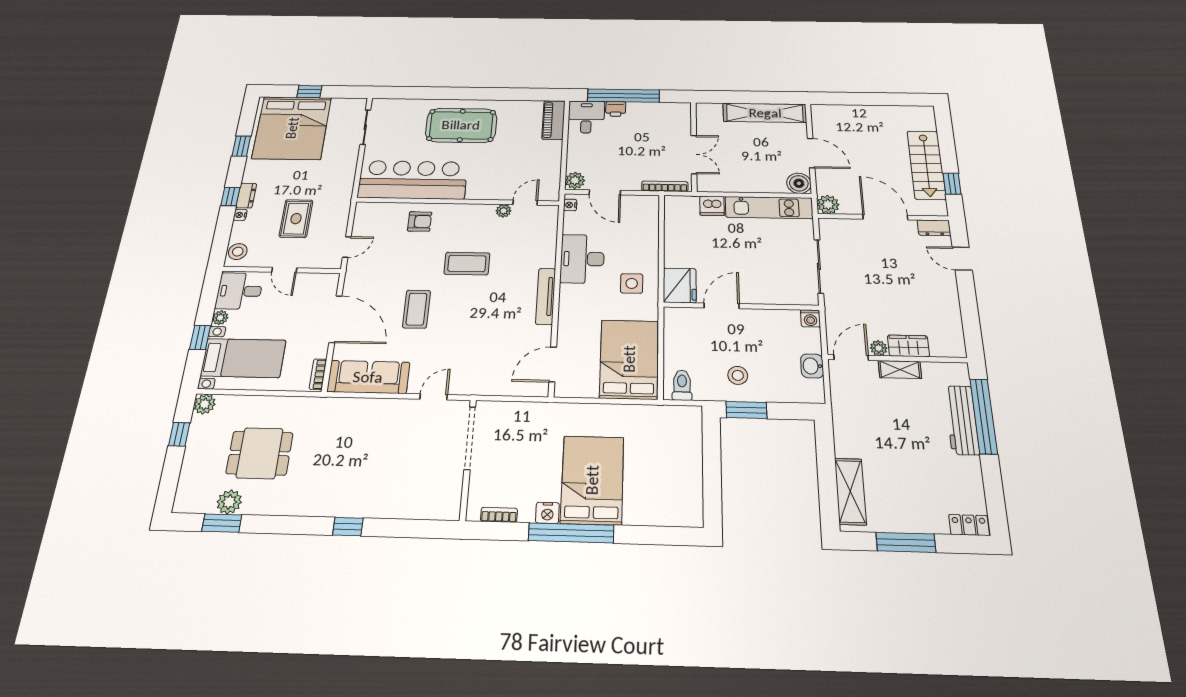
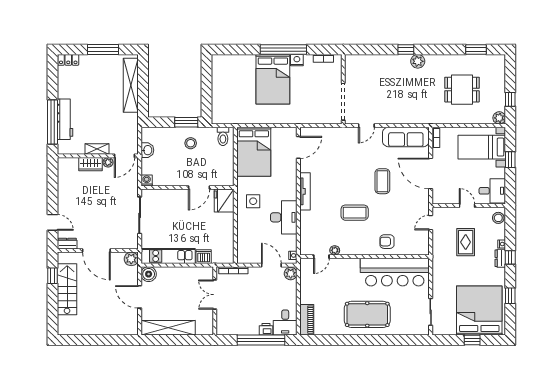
plant: (220, 318) -> (501, 173), removed
shelving: (850, 491) -> (131, 85), width x1.47
plant: (229, 502) -> (418, 61), moved

